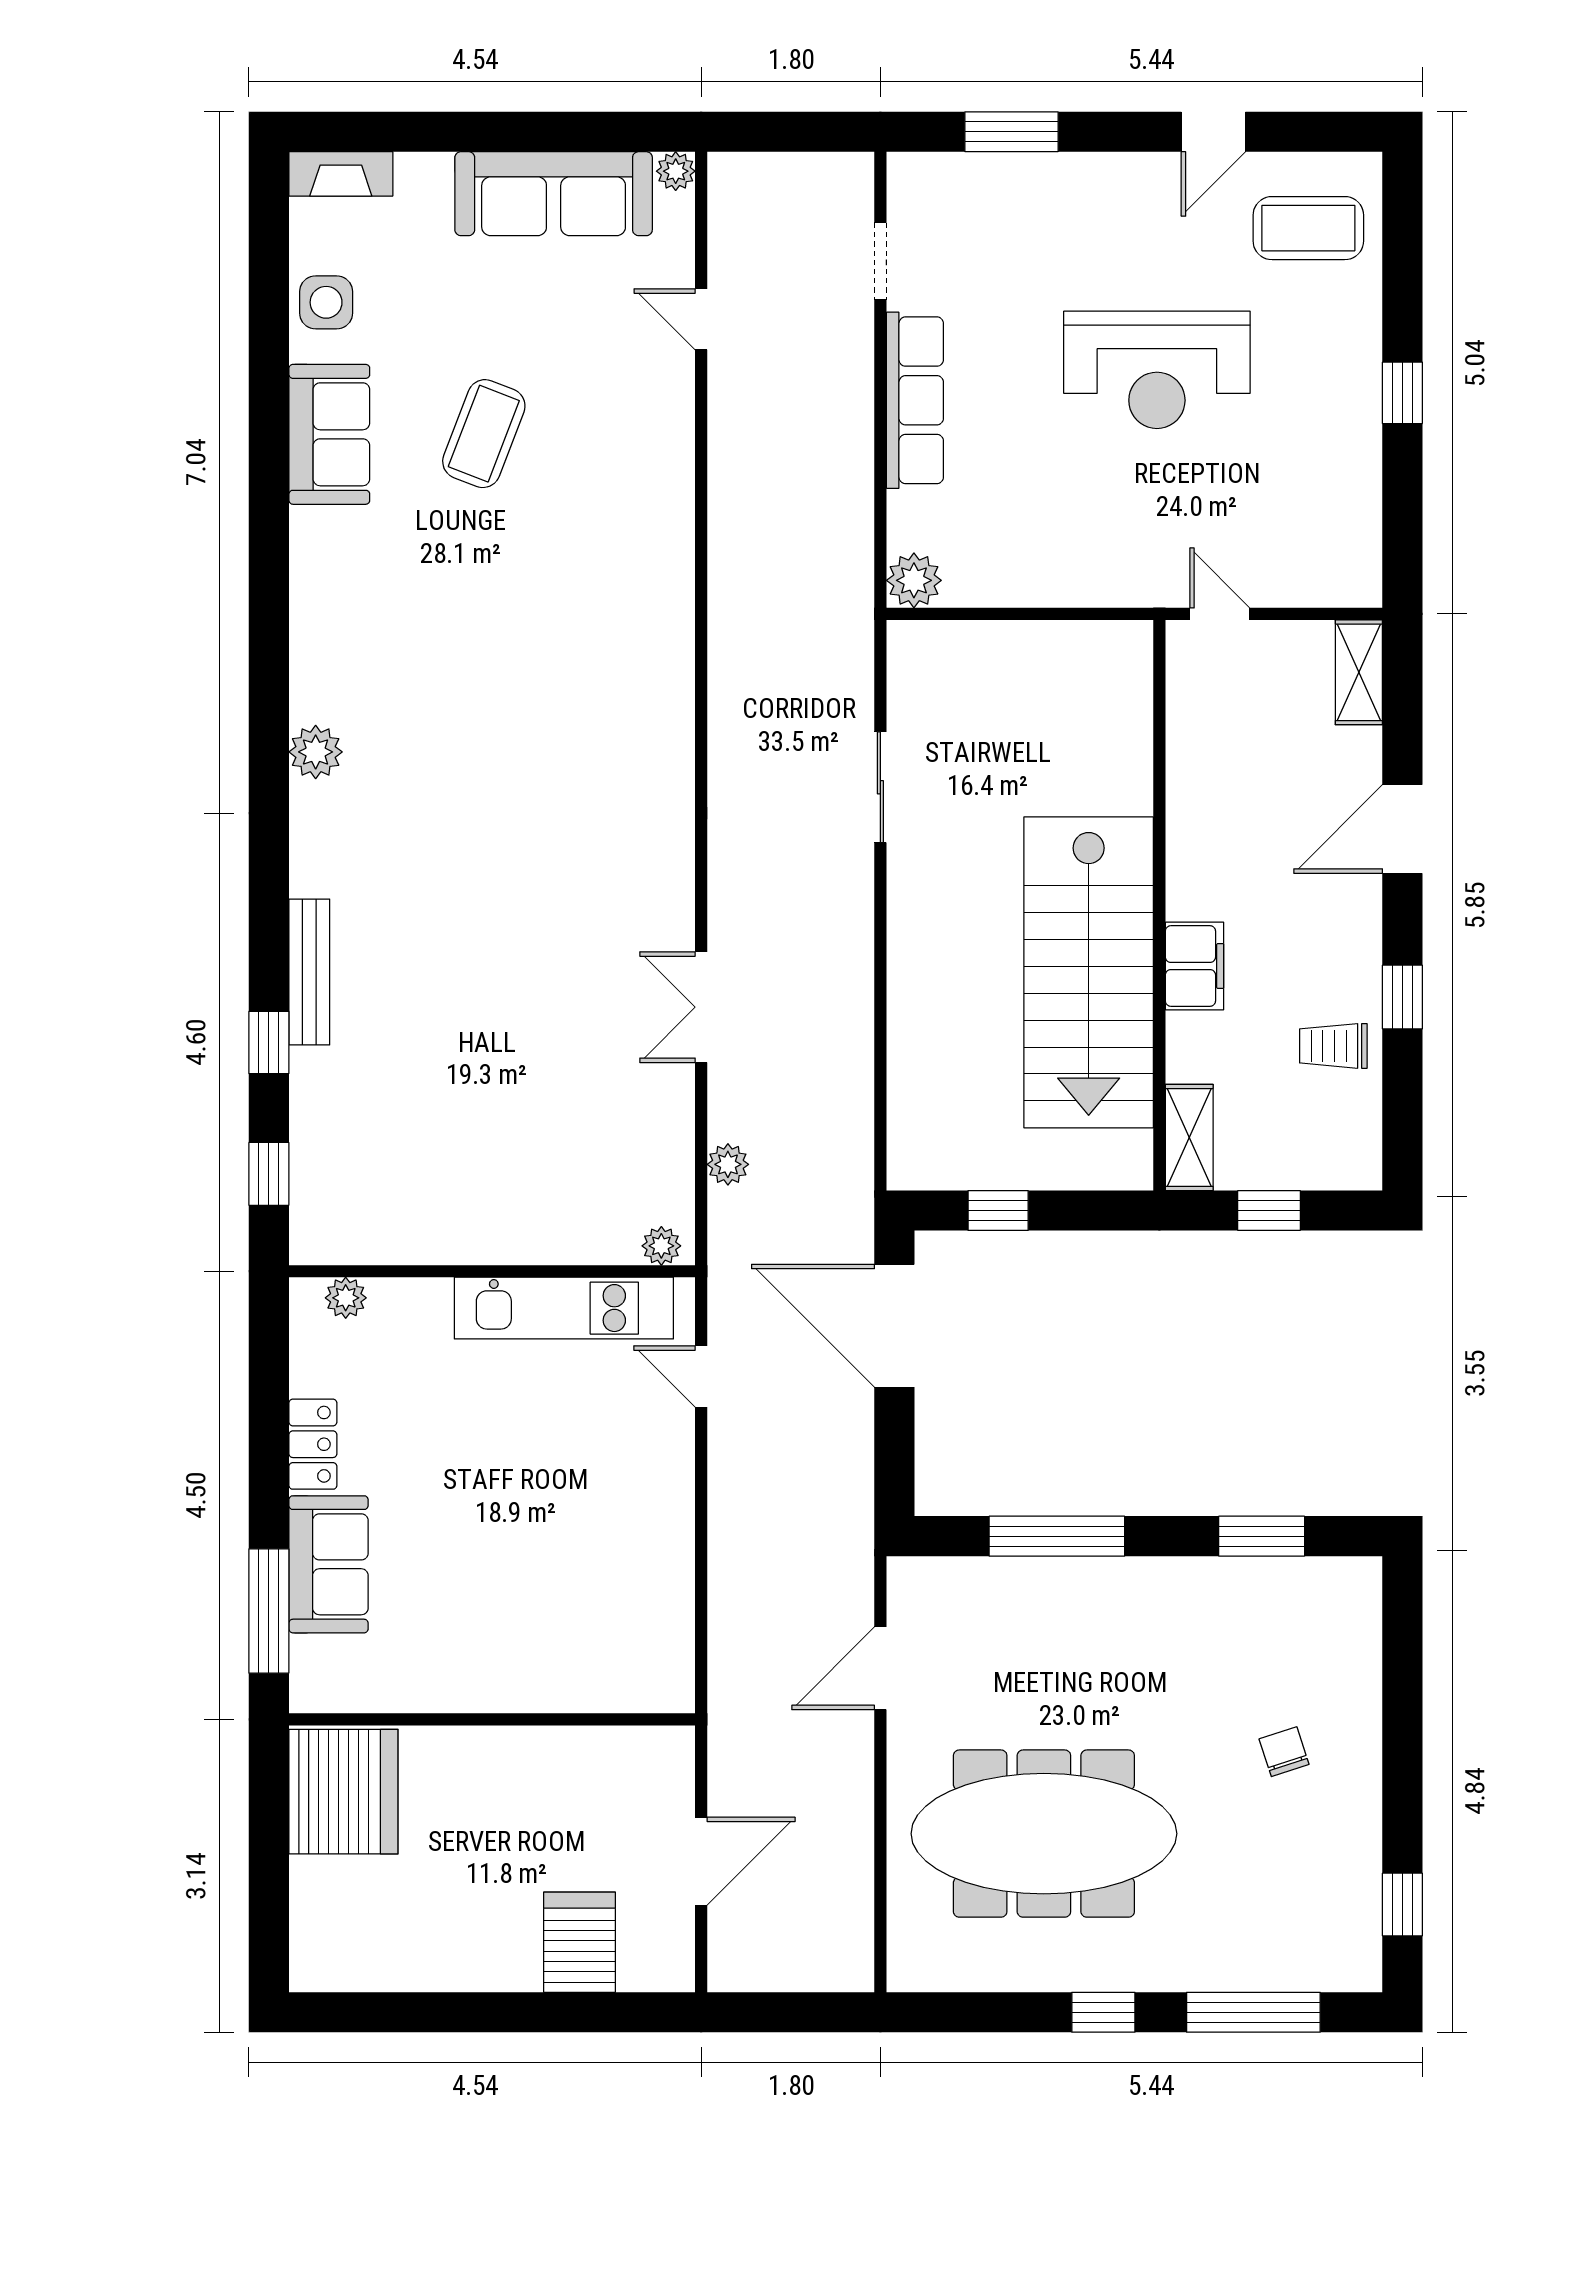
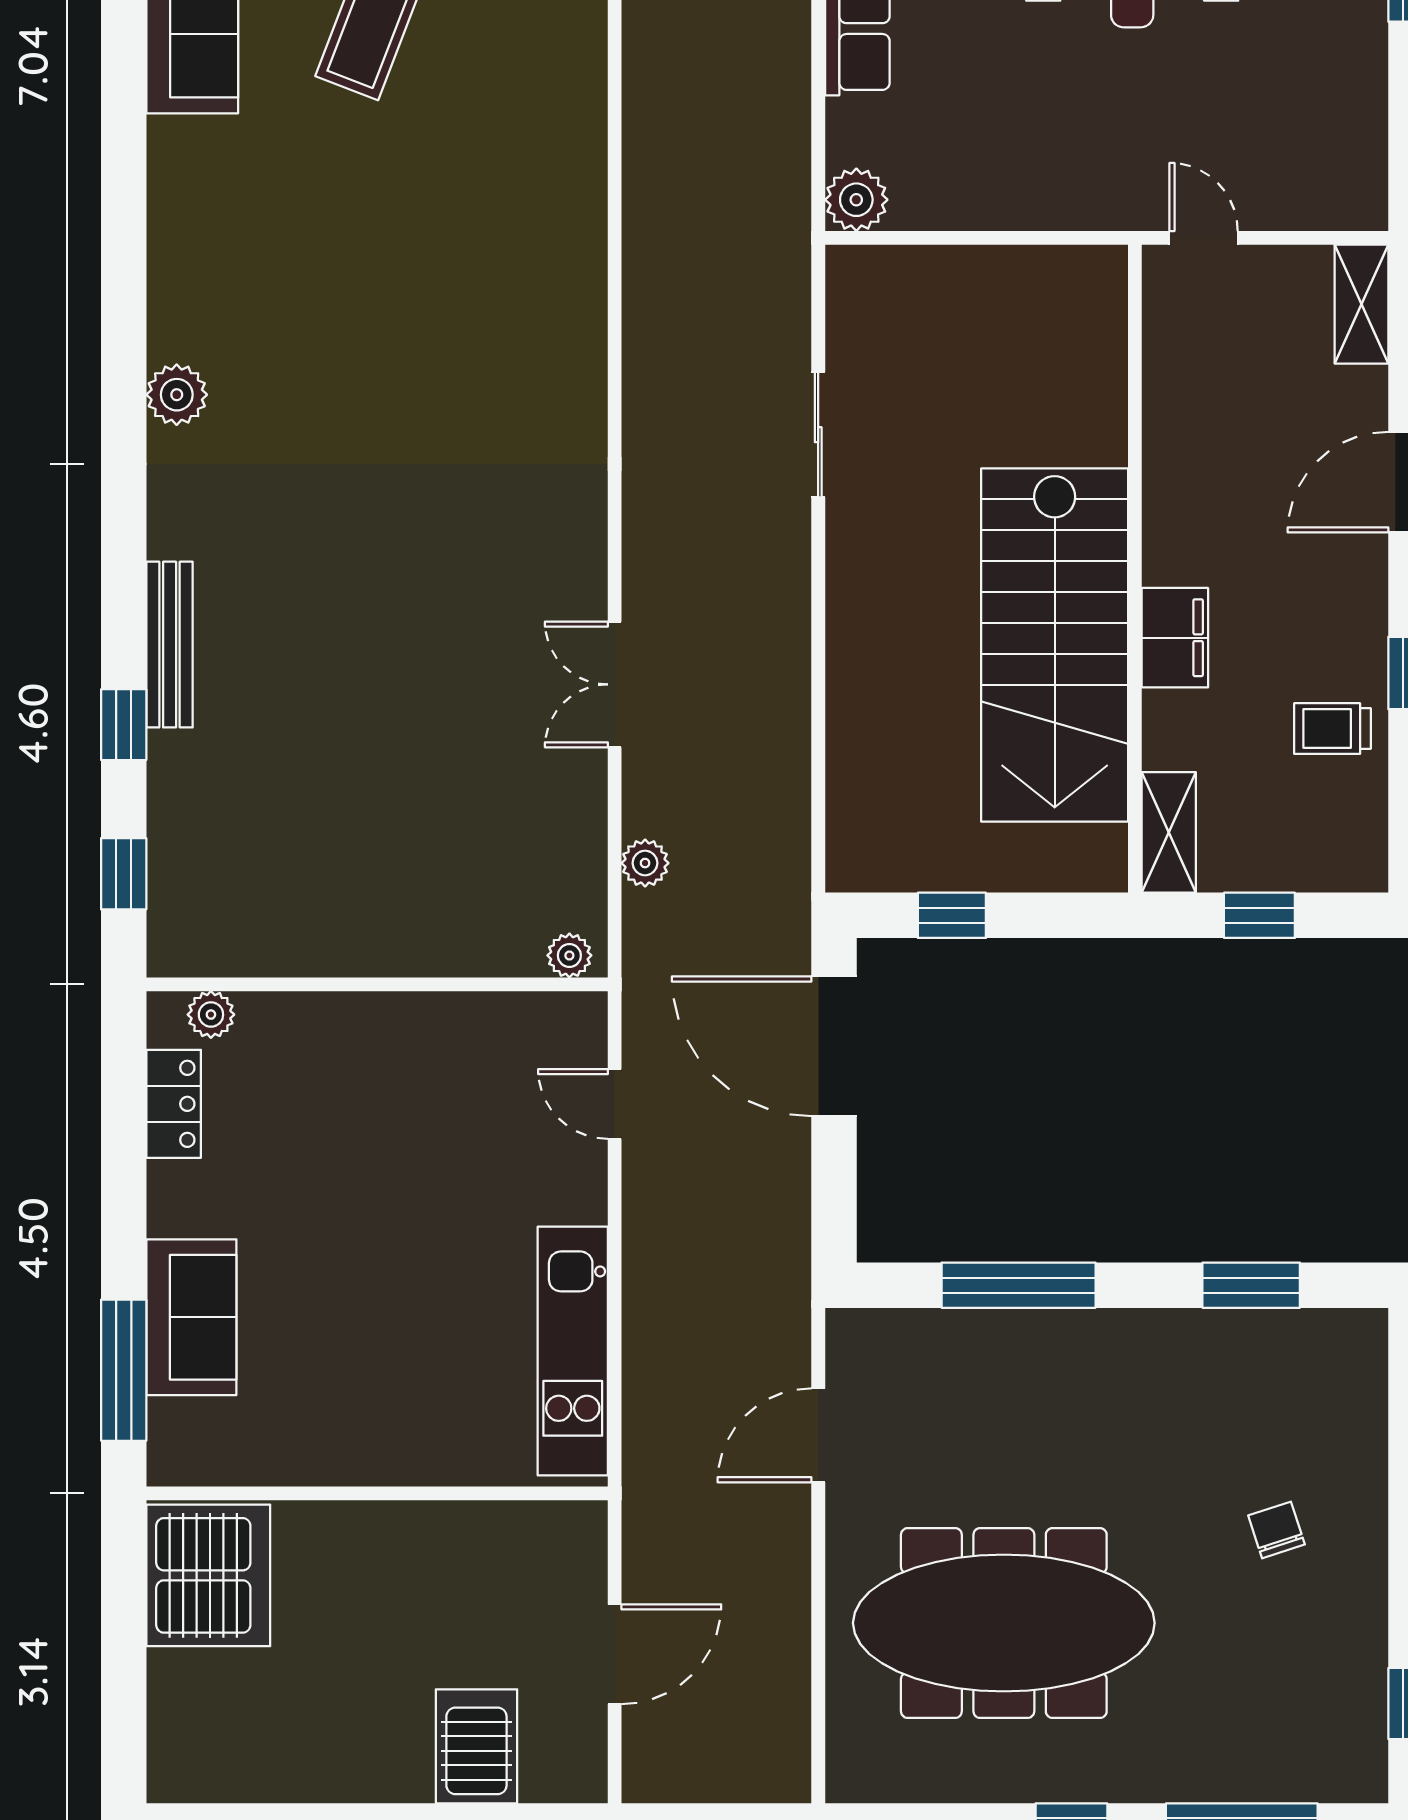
kitchen unit: (564, 1308) -> (573, 1351), moved, turned 90
locker: (313, 1444) -> (174, 1104), moved

